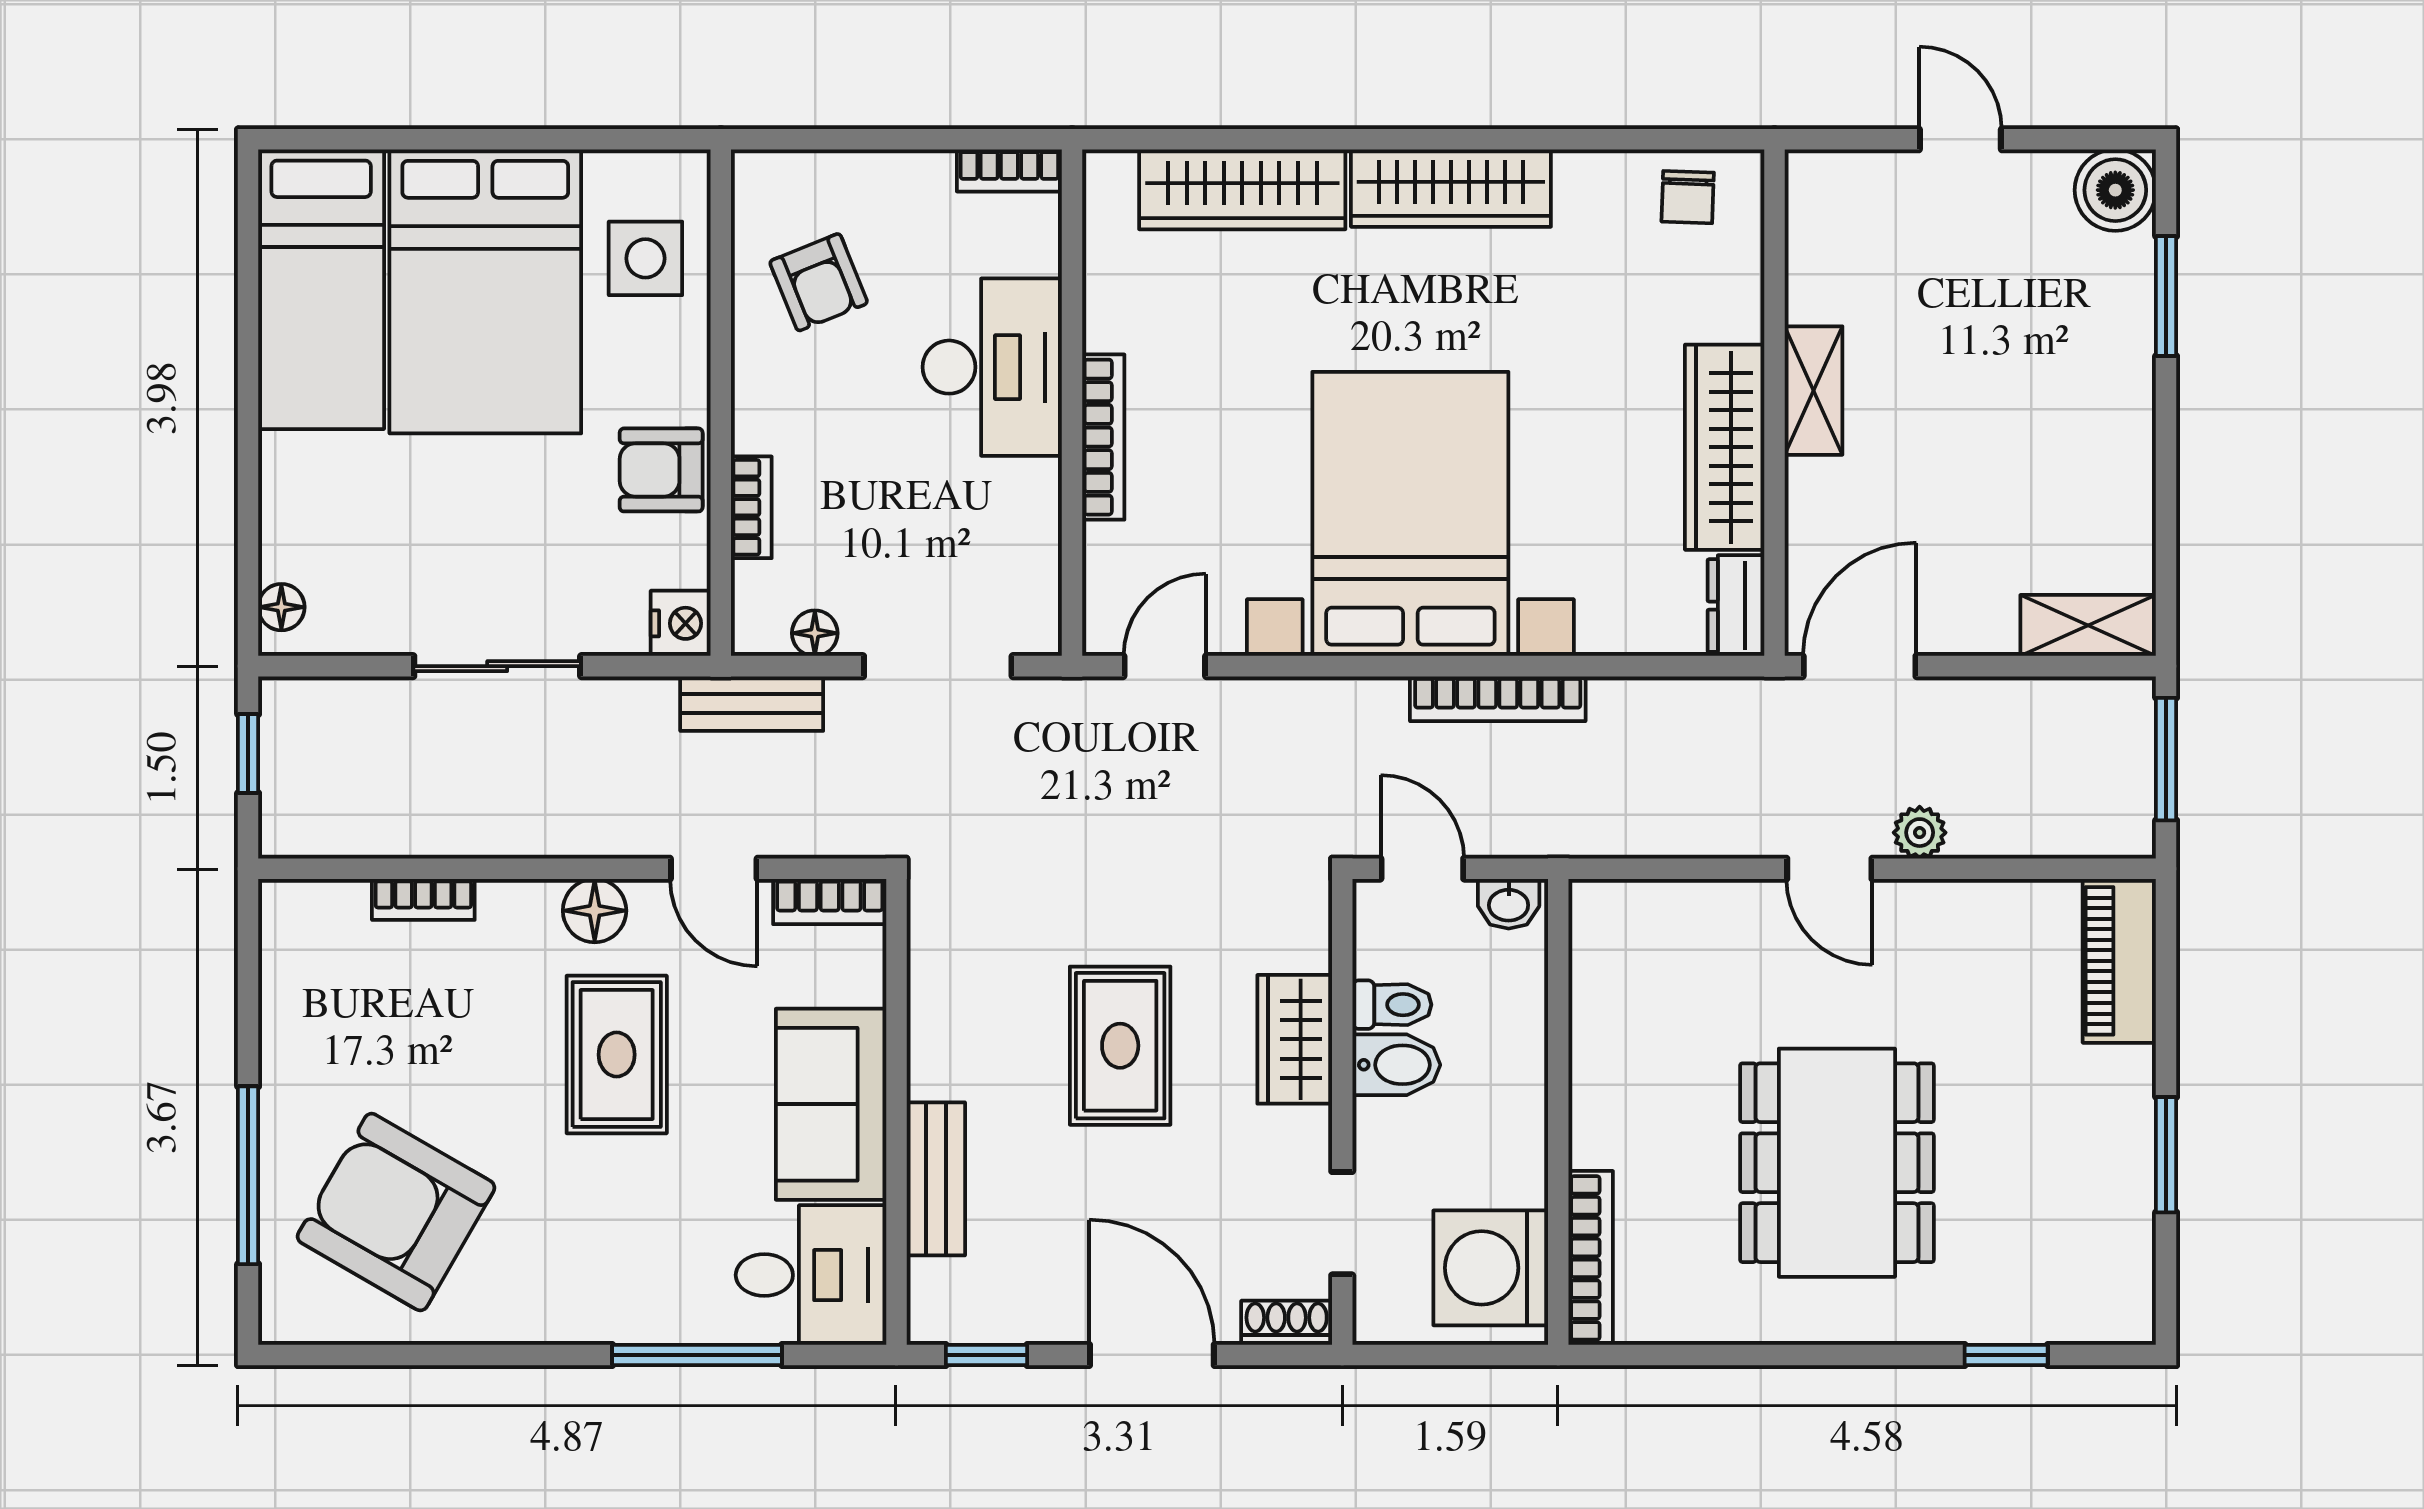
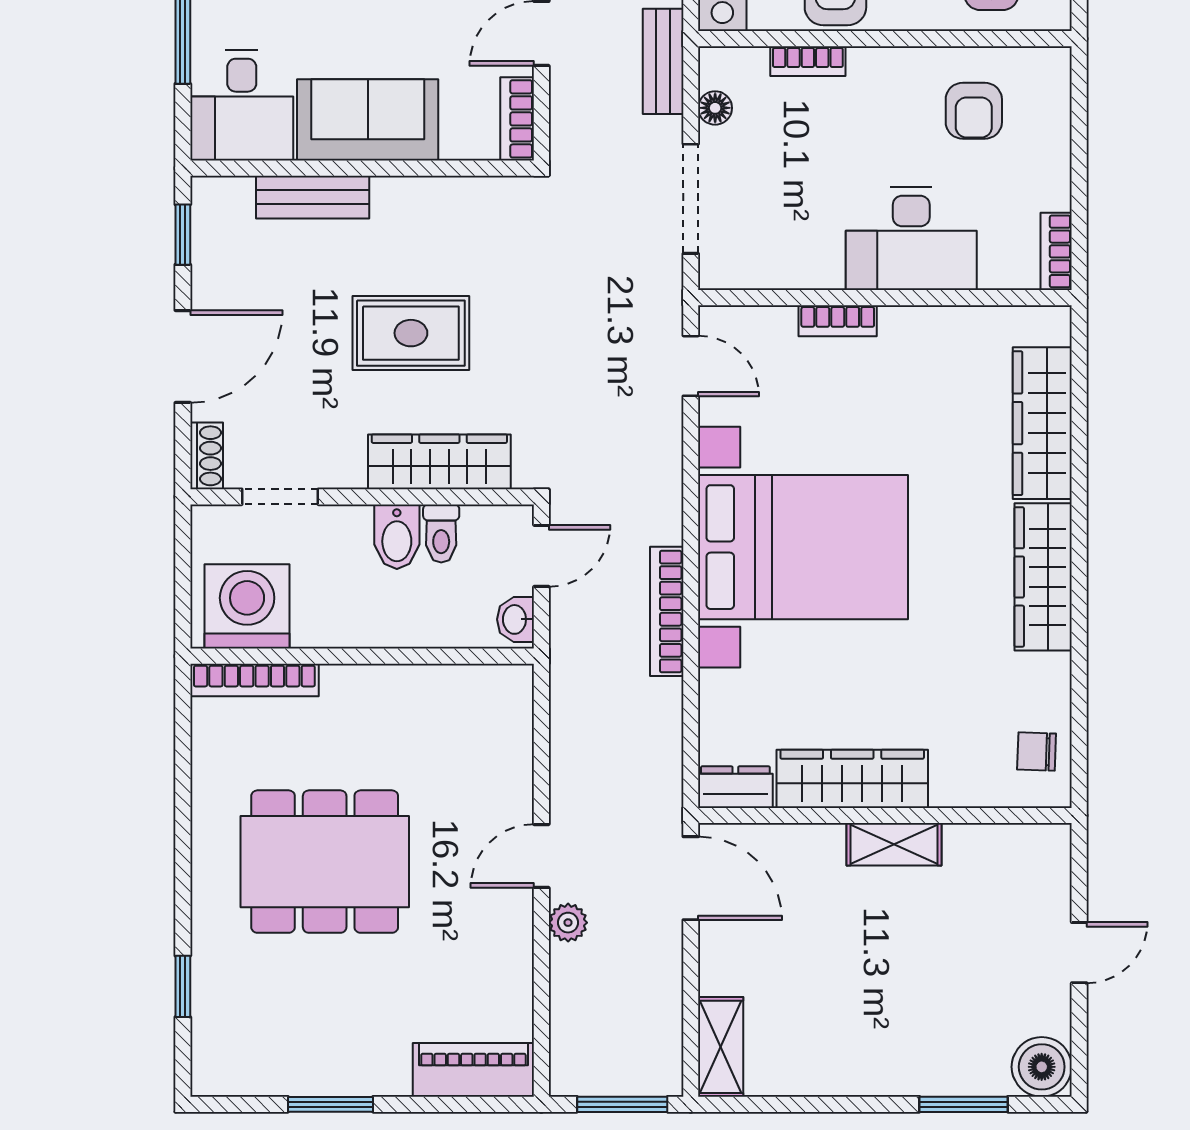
armchair: (819, 282) -> (974, 111), turned -68
bookcase: (1103, 437) -> (838, 321), width x0.64
wardrobe: (1295, 1039) -> (439, 462), width x1.50

